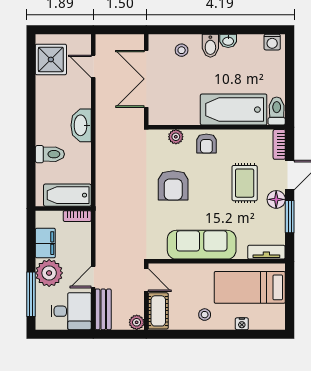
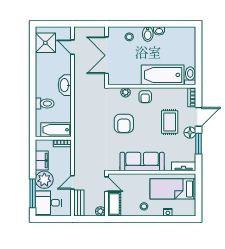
washing machine: (272, 42) -> (187, 32), removed
desk: (71, 311) -> (48, 203), moved, turned 180

